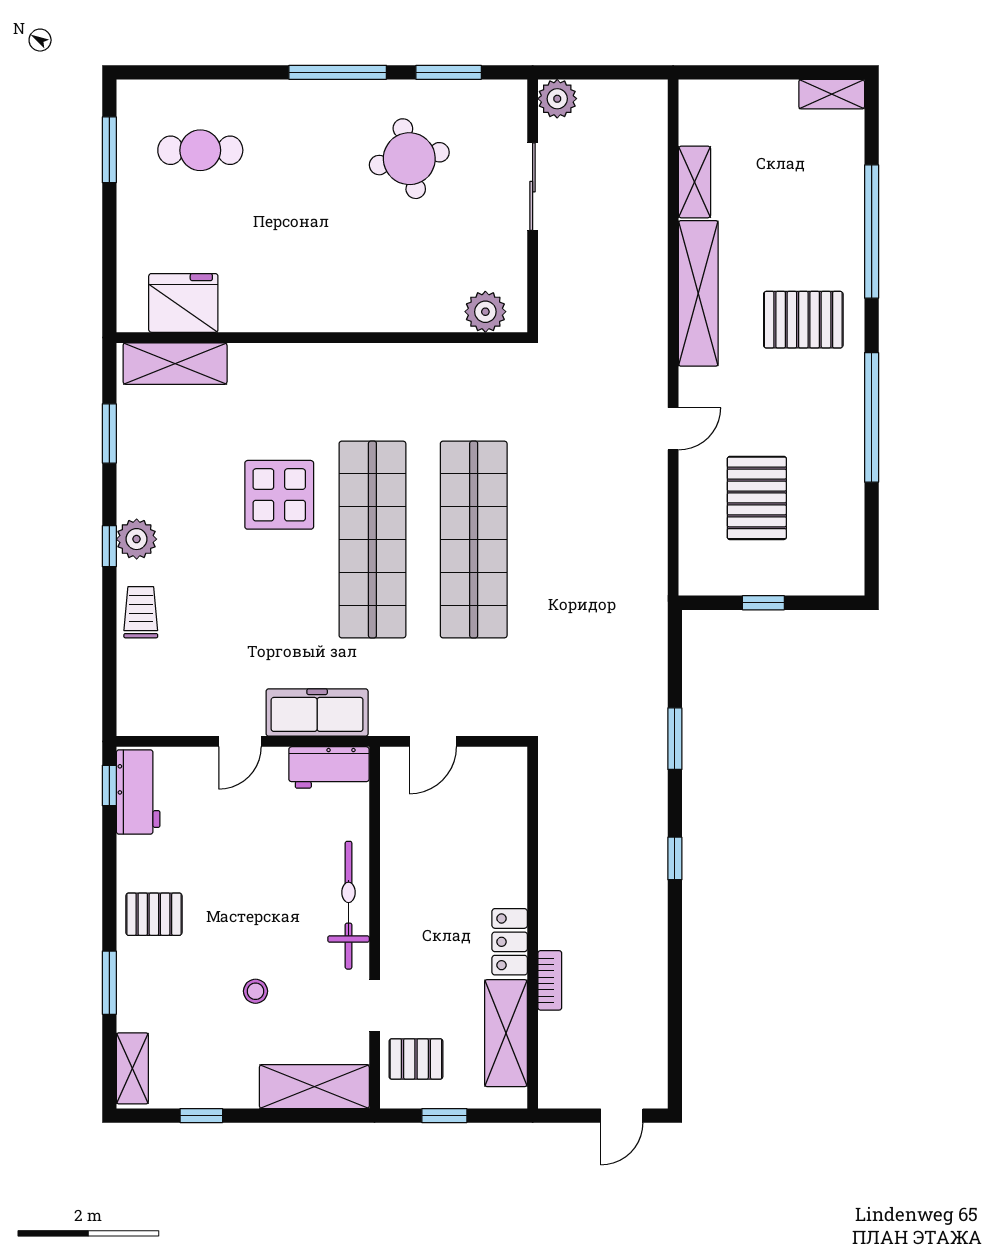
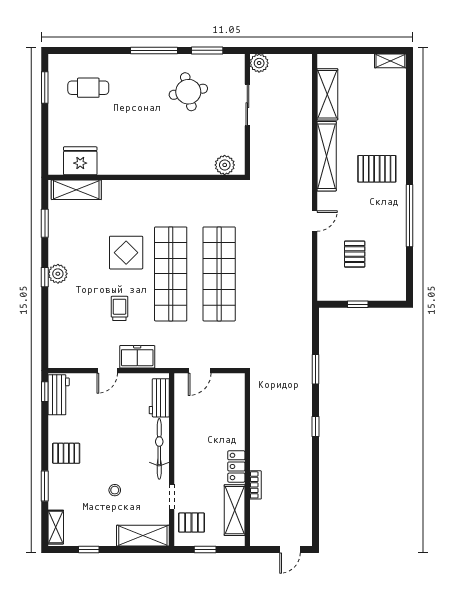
shelving: (694, 182) -> (327, 94), width x1.50, depth x1.33
window: (872, 232) -> (410, 127), removed
pallet: (757, 498) -> (355, 254), width x0.67, depth x0.71
trolley: (141, 612) -> (119, 308), moved
freezer: (317, 713) -> (137, 357), width x0.71
workbench: (329, 767) -> (159, 398), moved, turned 90

